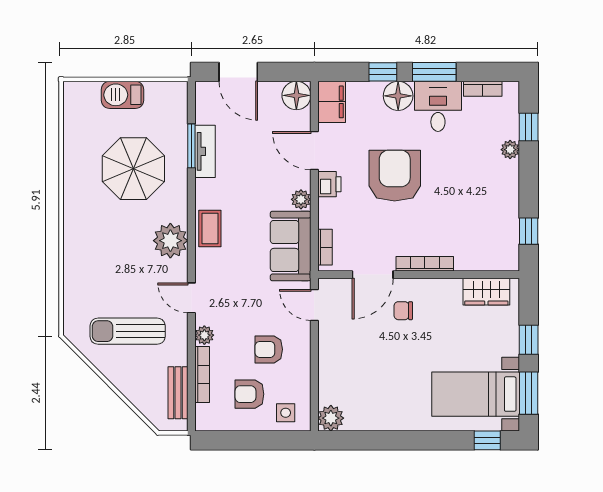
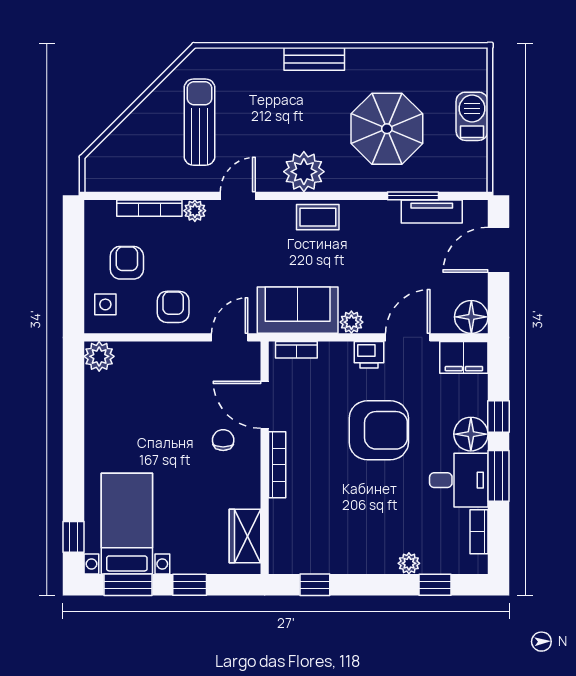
tv unit: (205, 151) -> (432, 211), moved
armchair: (269, 349) -> (173, 307), moved
bench: (178, 393) -> (314, 59), moved

